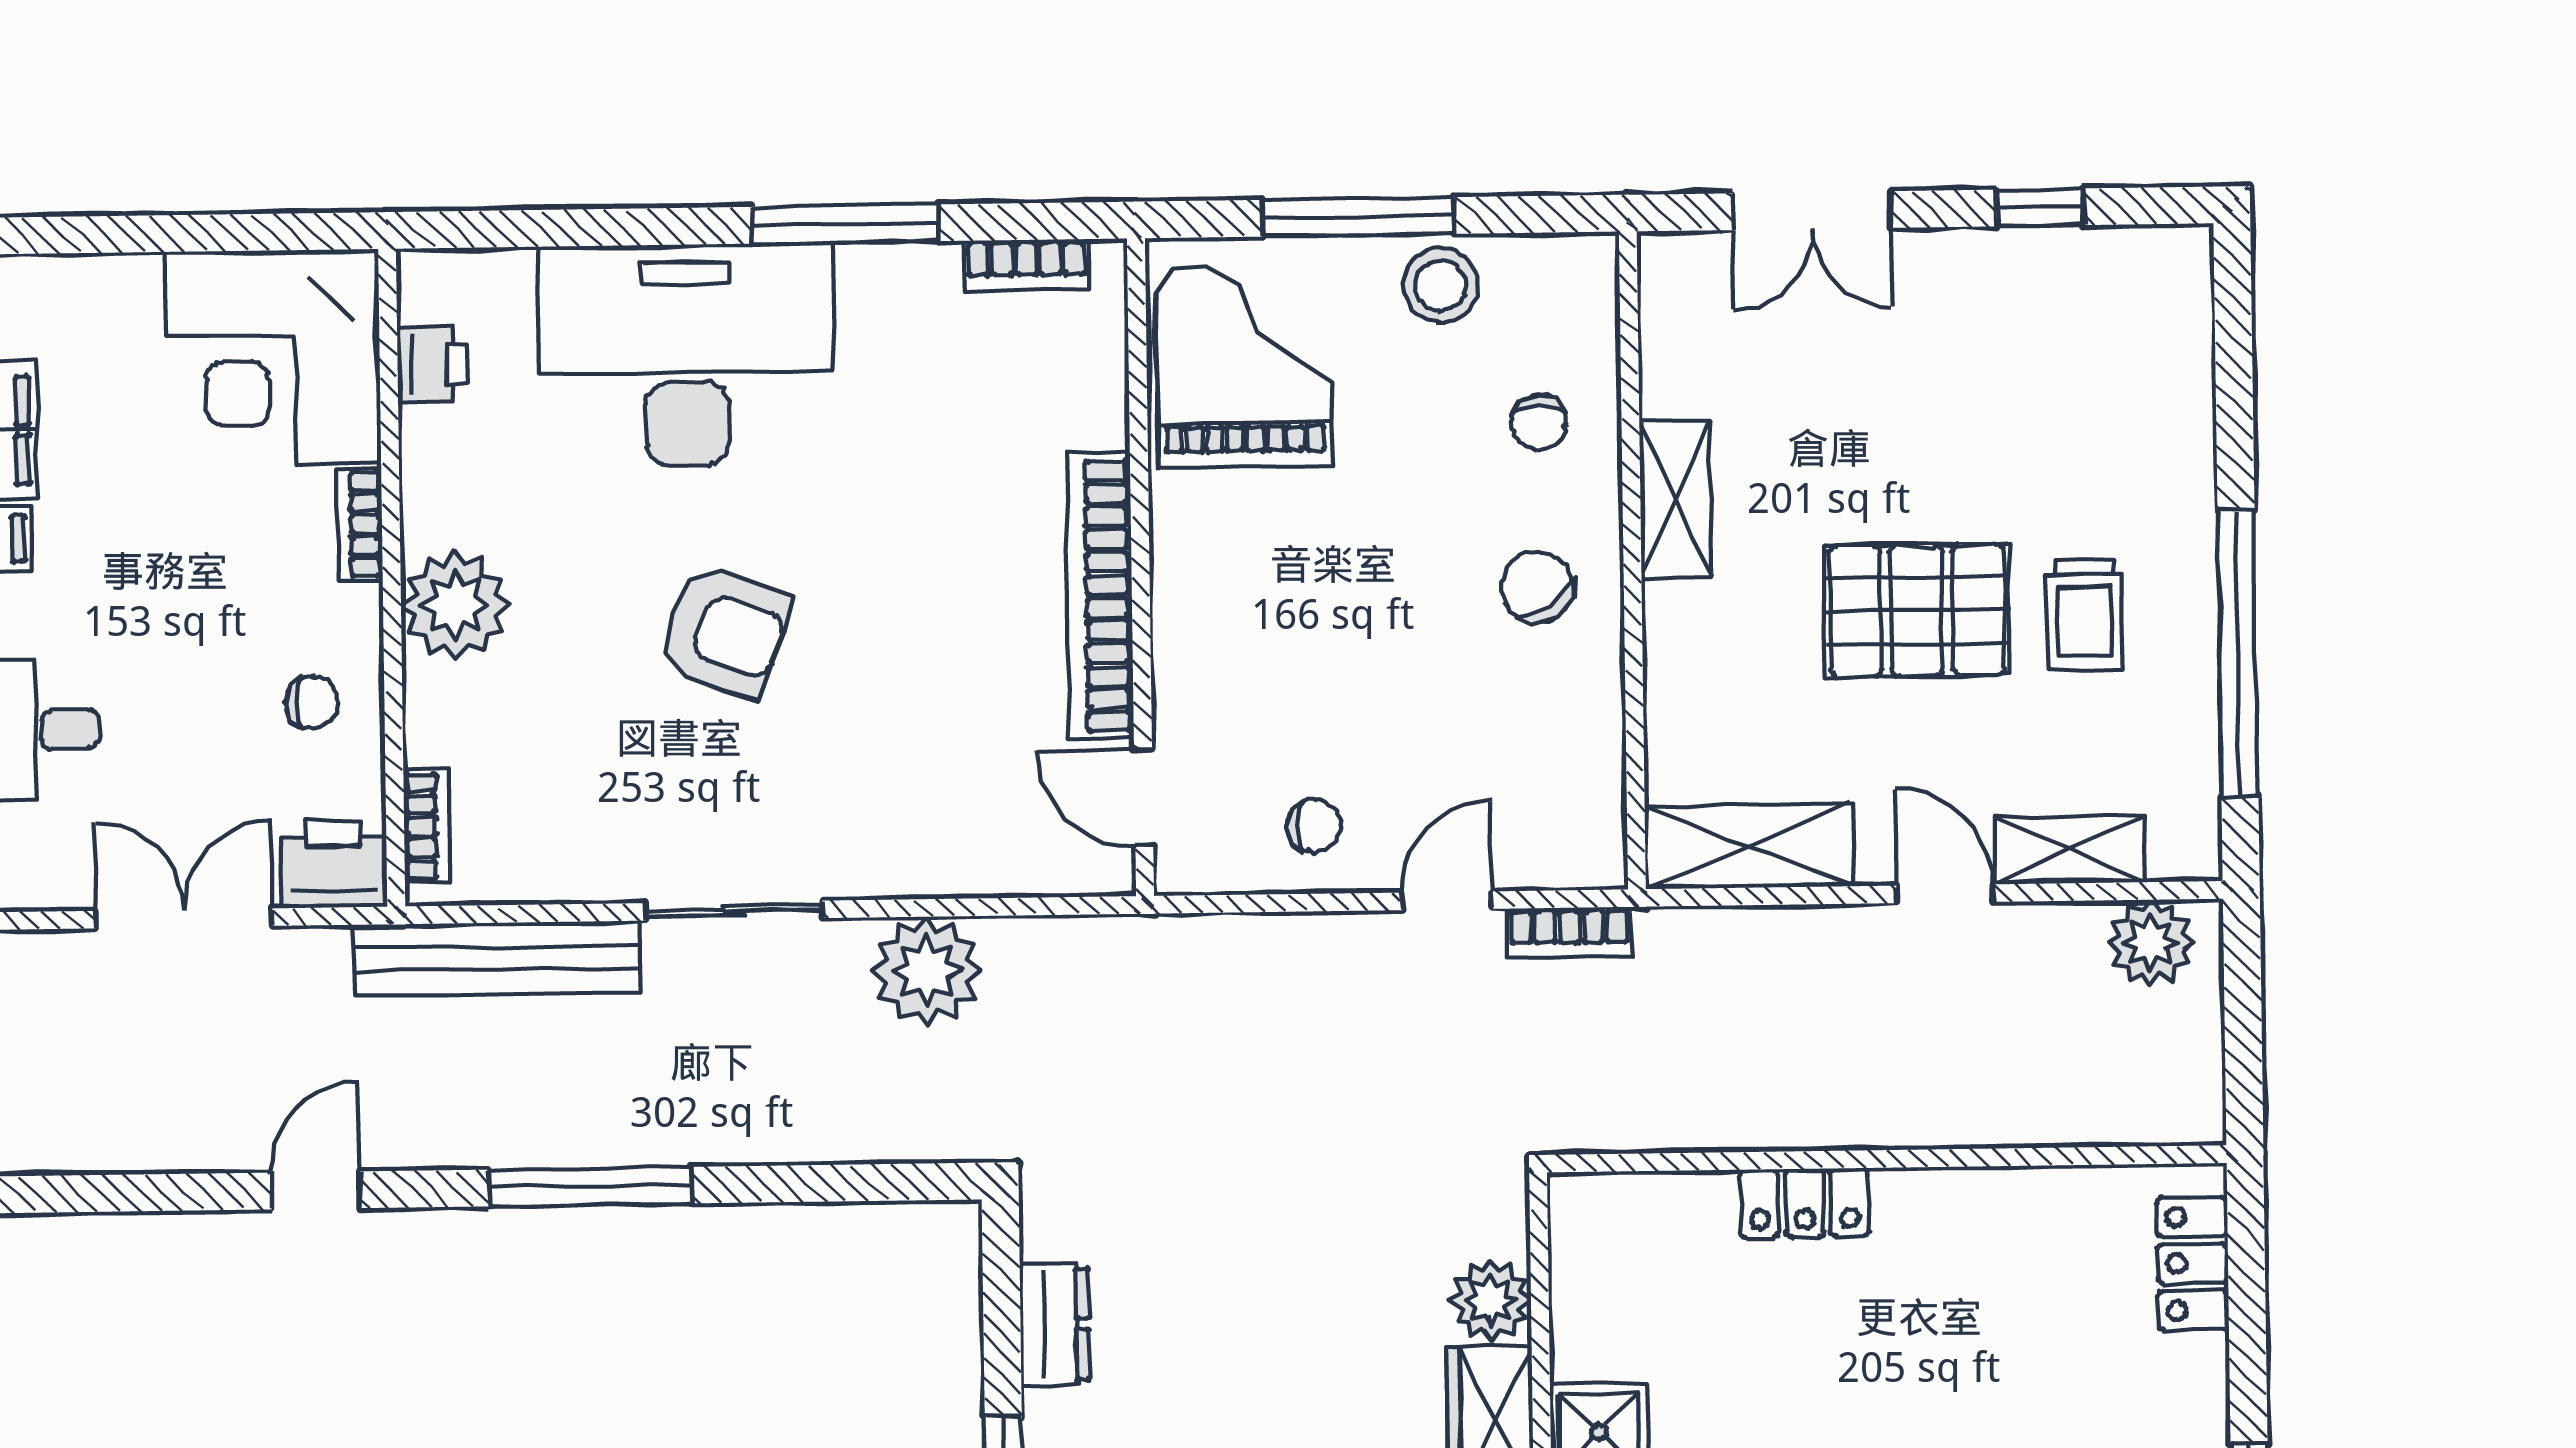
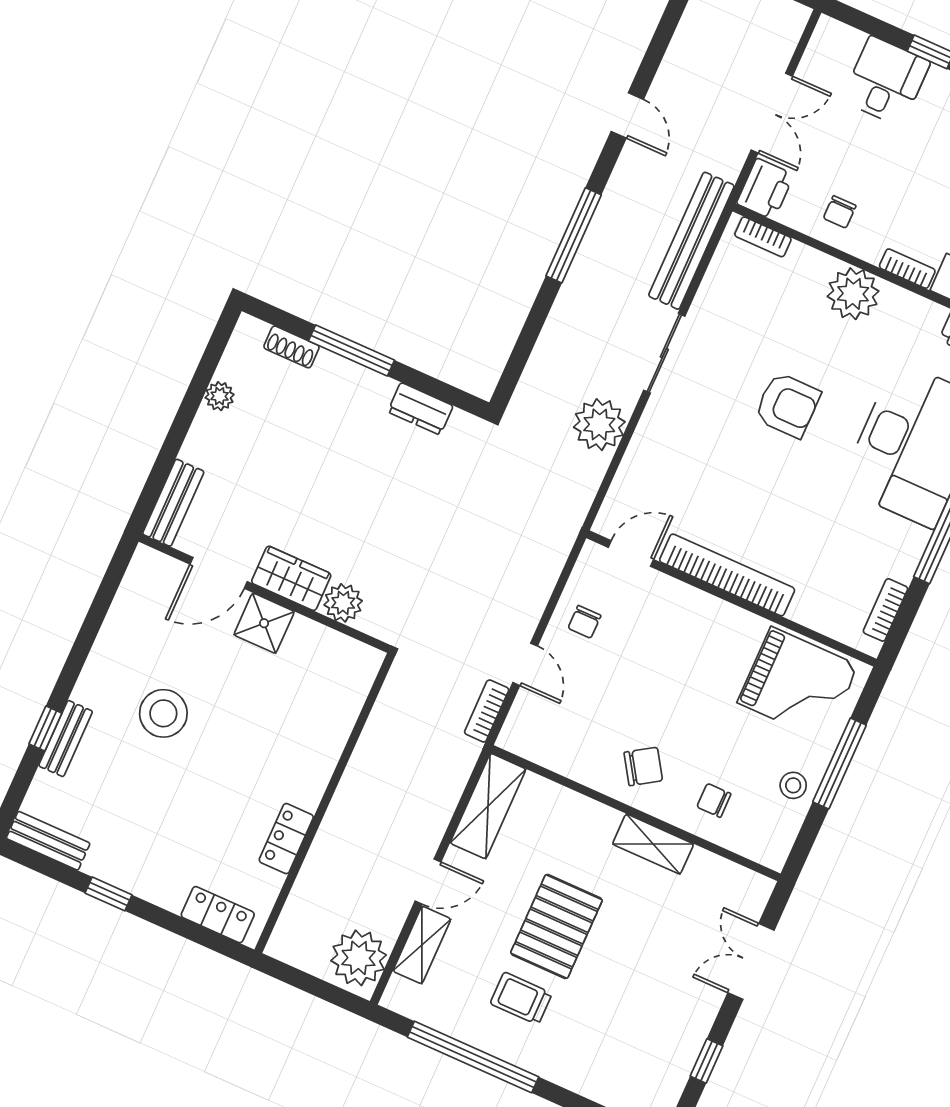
stool: (1441, 286) -> (793, 785), width x0.73, depth x0.73
armchair: (724, 631) -> (787, 405), turned -110
plant: (2150, 943) -> (359, 958), width x1.36, depth x1.36
locker: (1804, 1203) -> (286, 839), moved

